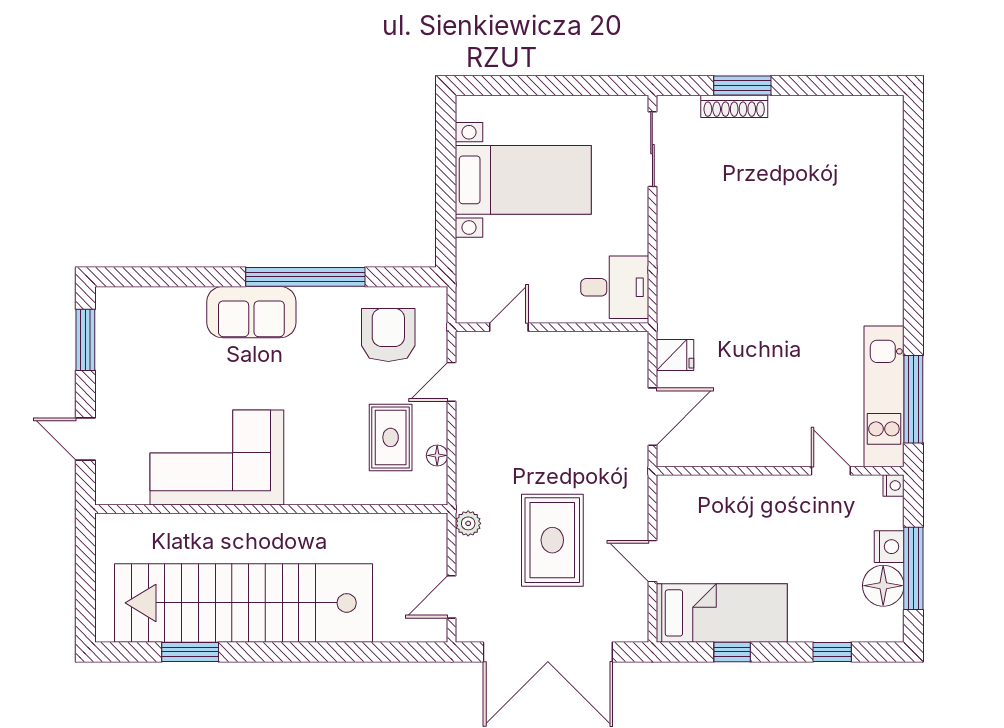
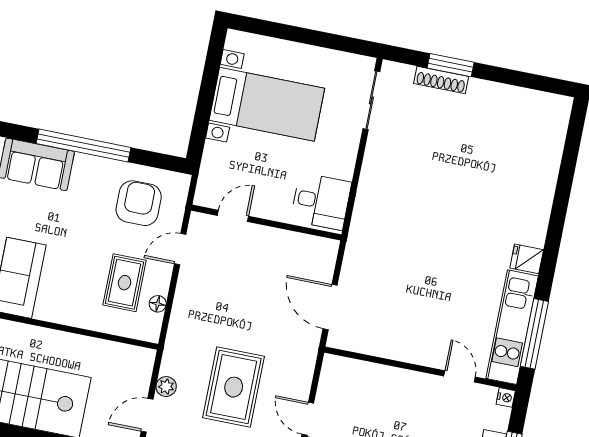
fridge: (675, 355) -> (527, 259), moved, turned 180
door: (652, 417) -> (330, 307), swing flipped
plant: (468, 523) -> (166, 387), moved

